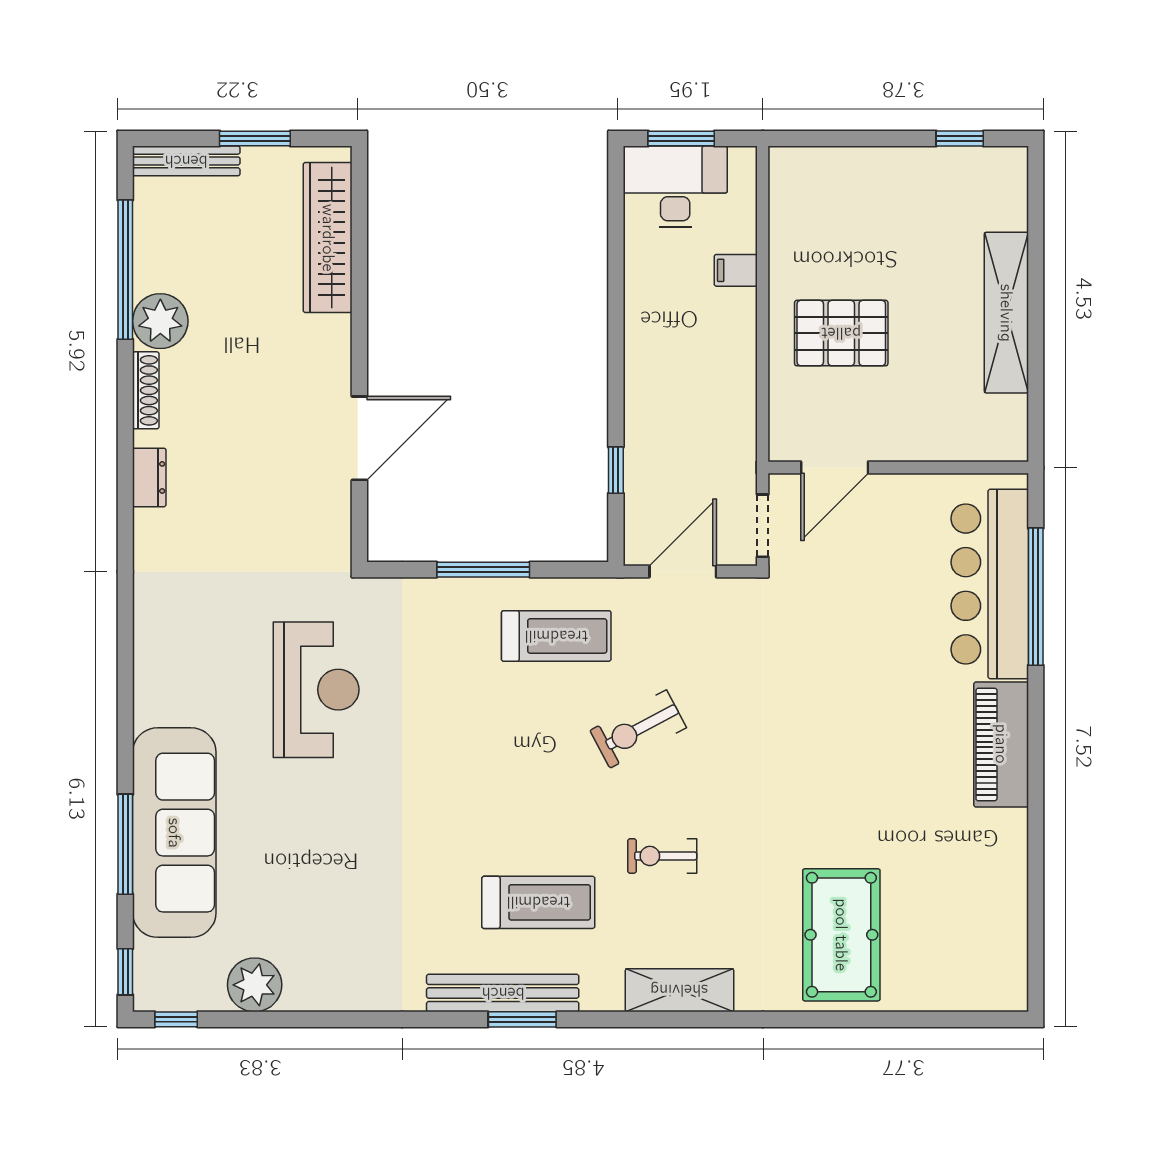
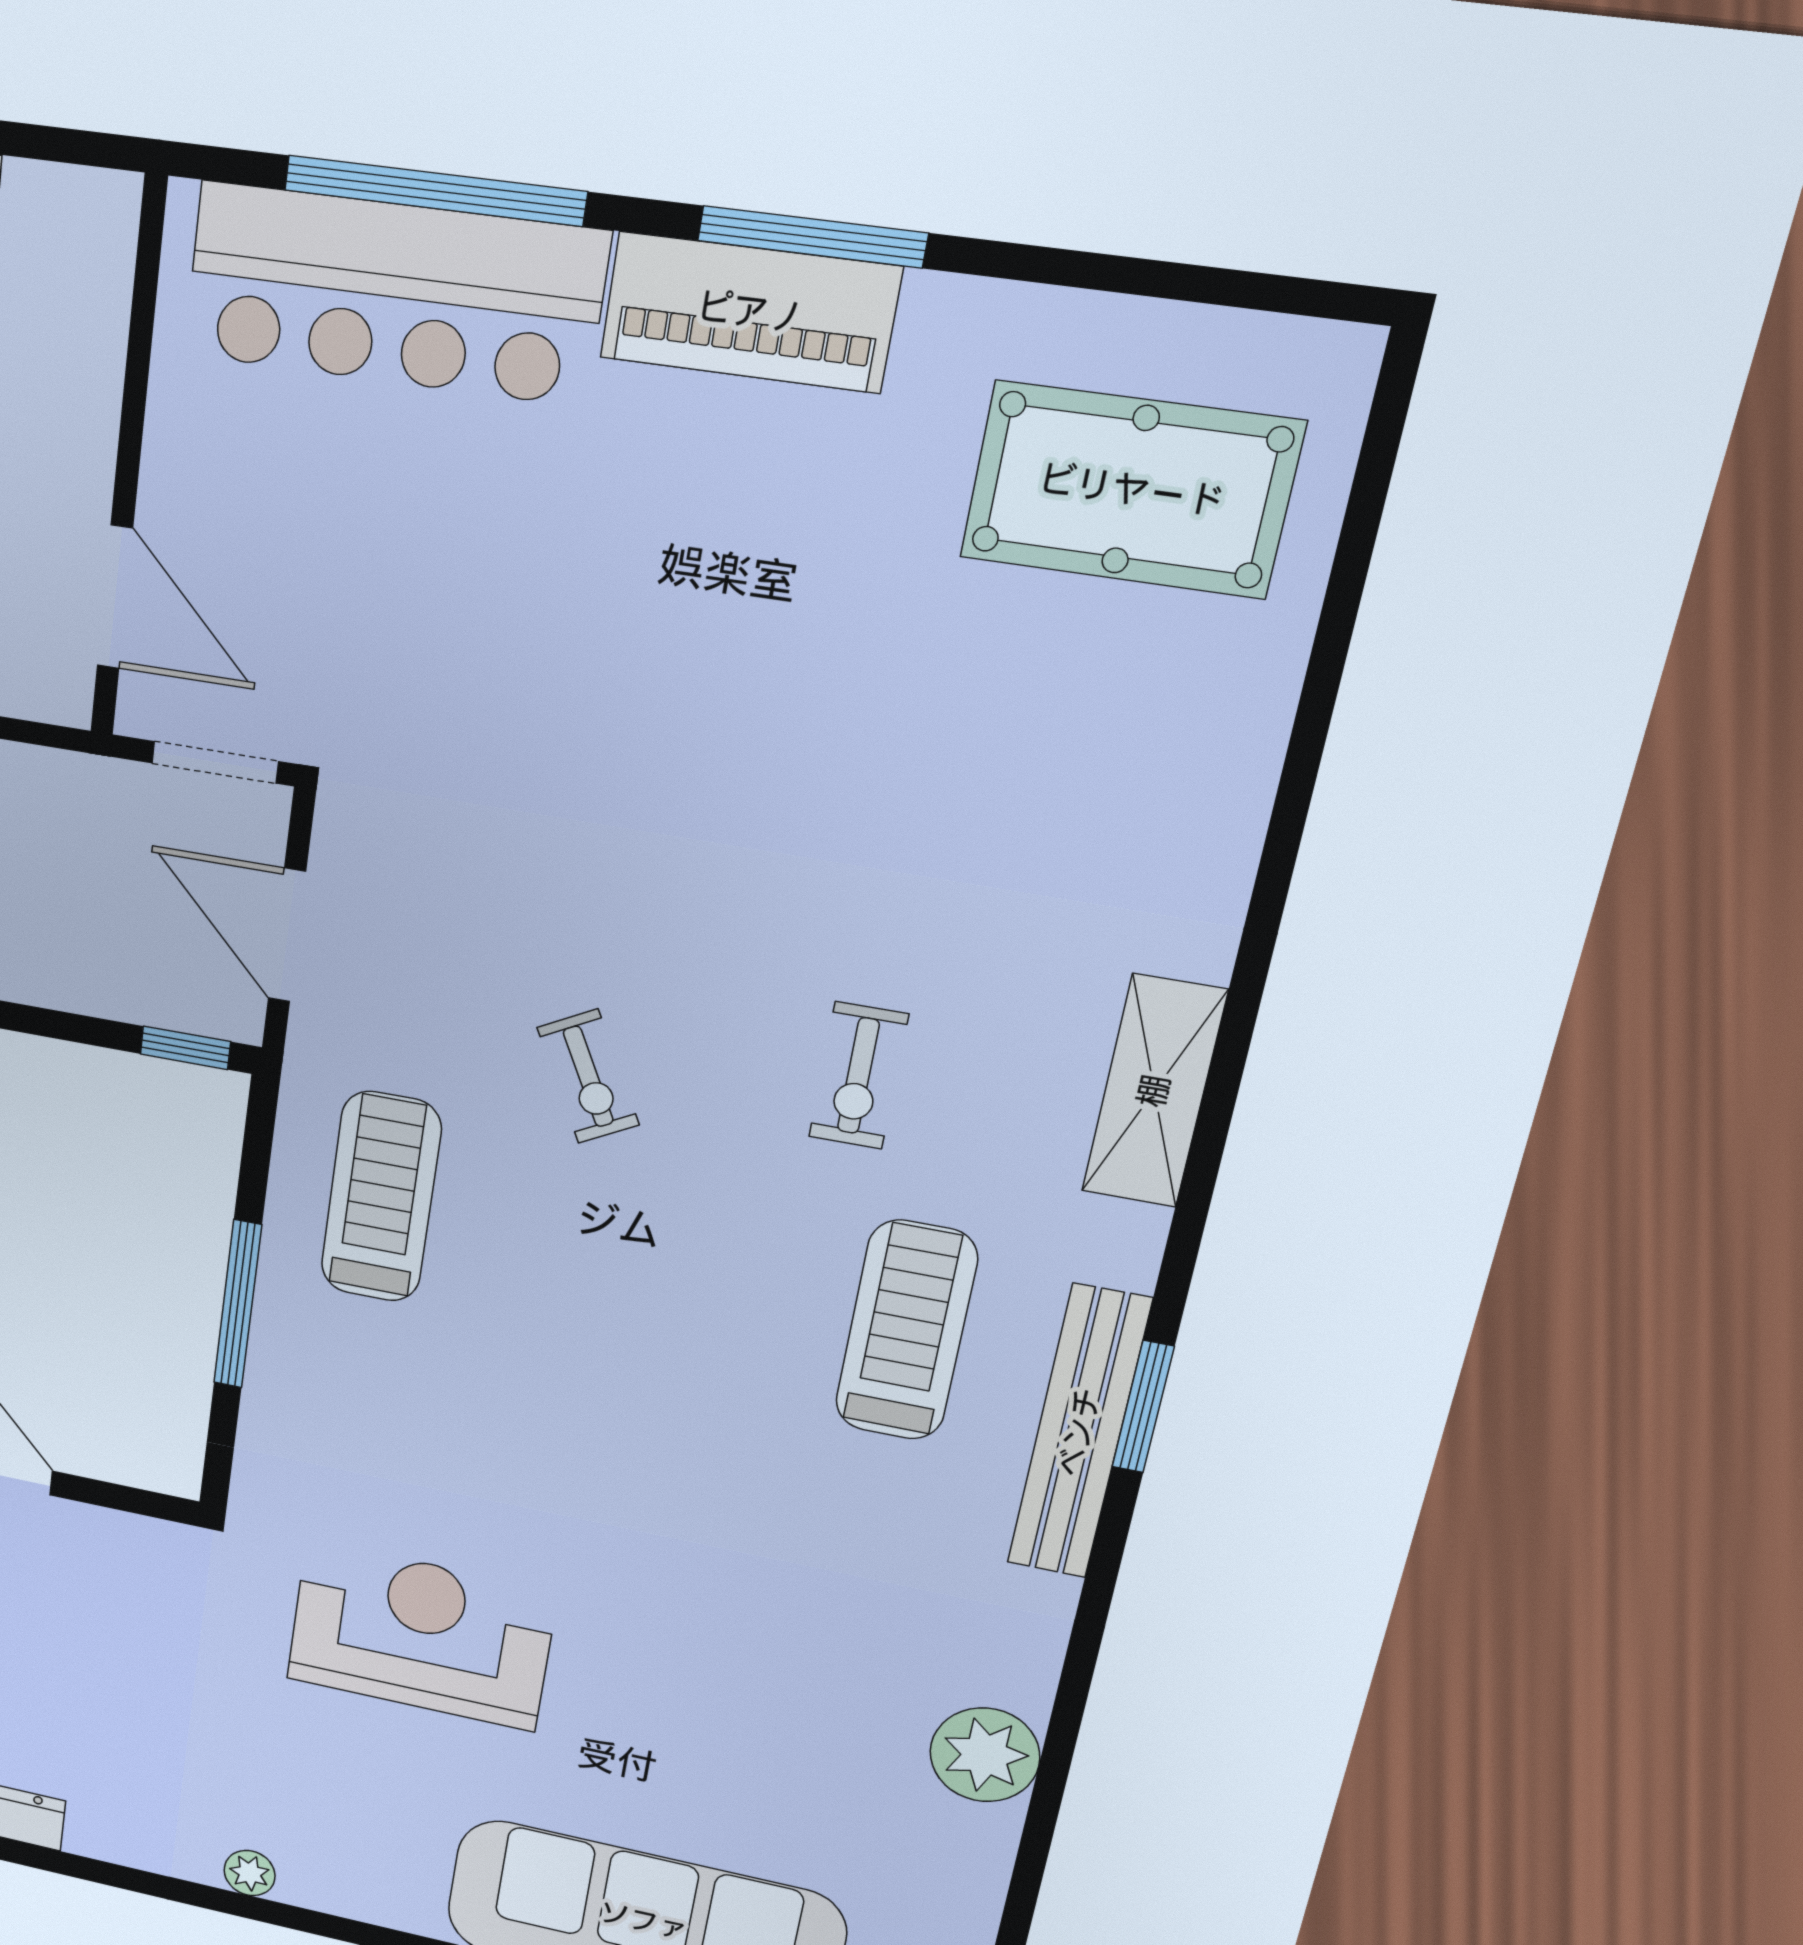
window: (616, 470) -> (185, 1048), moved
plant: (147, 616) -> (250, 1873), added
exercise bike: (638, 729) -> (588, 1076), width x0.73, depth x0.72
window: (1036, 766) -> (812, 237), added
pool table: (841, 935) -> (1131, 490), moved
plant: (255, 985) -> (985, 1755), moved

